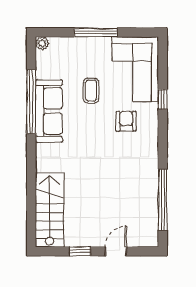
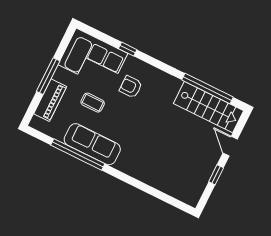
plant: (42, 43) -> (36, 123), removed
piano: (72, 47) -> (50, 100), added
stairs: (50, 210) -> (208, 107), moved, turned 180

